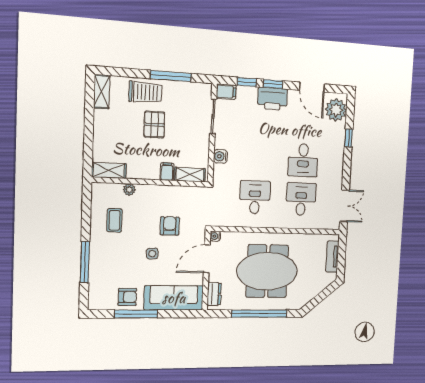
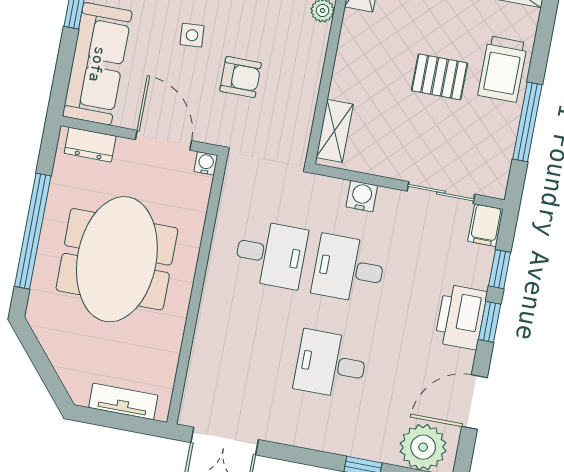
filing cabinet: (167, 172) -> (347, 87), removed
desk: (301, 199) -> (349, 269), moved, turned 180

